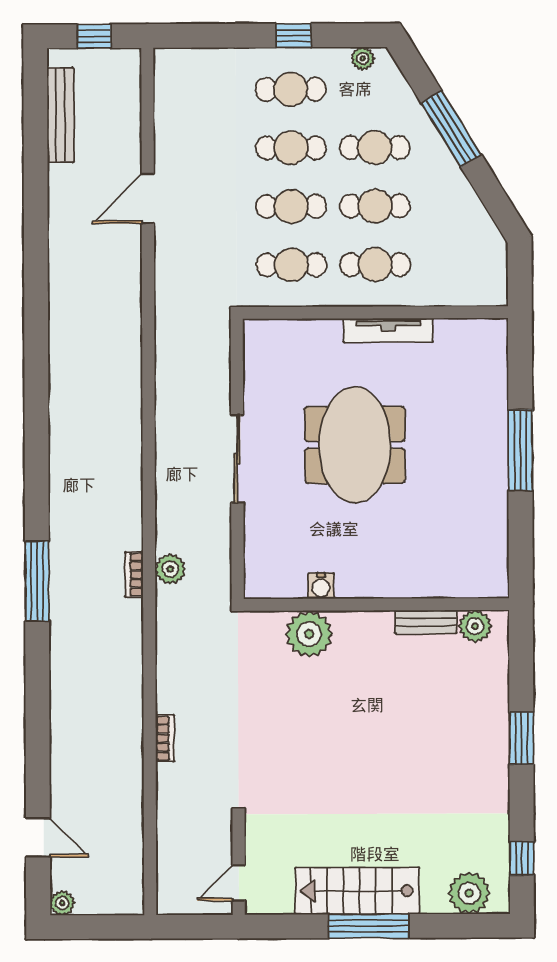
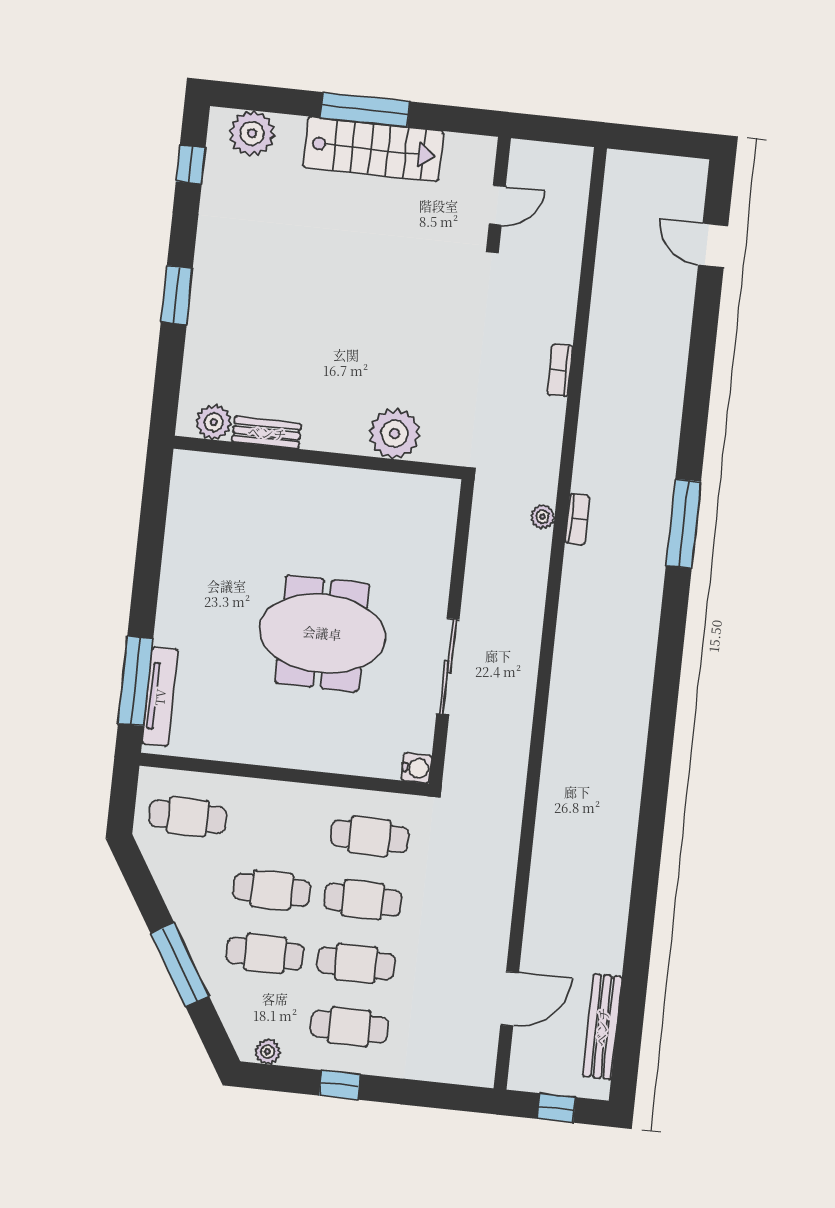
door: (148, 199) -> (510, 999), moved
cafe table: (375, 265) -> (188, 817), moved
tv unit: (388, 330) -> (160, 697), moved, turned 90
meeting table: (355, 445) -> (322, 633), turned 90
window: (520, 450) -> (136, 681), moved
sliding door: (237, 459) -> (448, 667), moved
plant: (170, 569) -> (542, 517), width x0.73, depth x0.73
water cooler: (321, 586) -> (416, 768), moved, turned 90
bookcase: (165, 738) -> (560, 370), moved
door: (239, 883) -> (497, 205), moved
plant: (62, 903) -> (695, 171), removed

